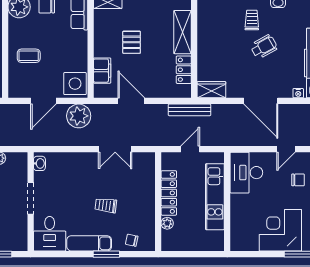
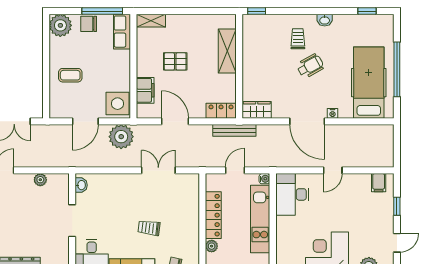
pallet: (132, 42) -> (175, 61), turned 90
locker: (184, 70) -> (221, 111), moved, turned 90
nightstand: (298, 93) -> (333, 113), moved
double door: (115, 149) -> (158, 170), swing flipped
water cooler: (219, 157) -> (264, 179), added
chair: (298, 180) -> (345, 202), removed

